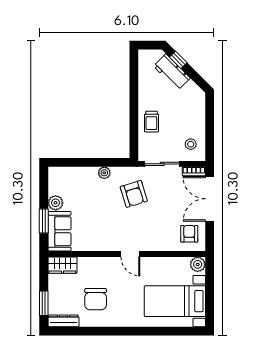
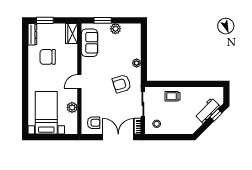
sofa: (60, 231) -> (90, 43), moved, turned -90
plant: (198, 264) -> (72, 107), moved

